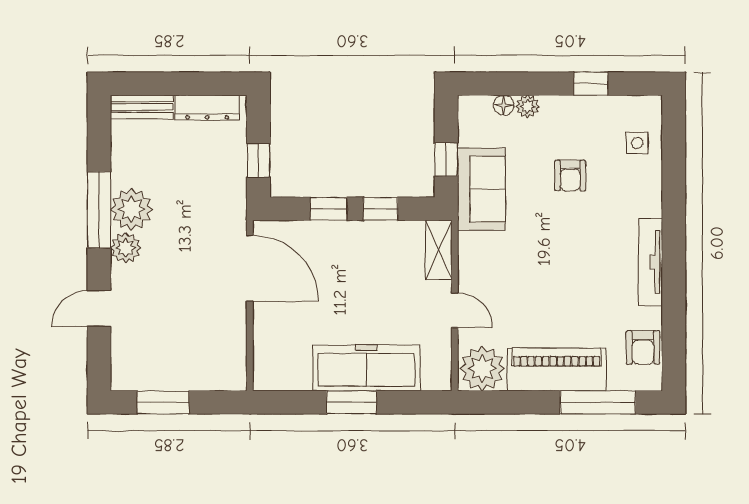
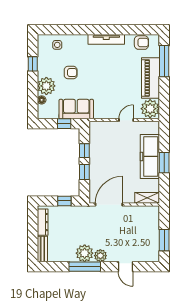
plant: (528, 107) -> (46, 86), width x1.87, depth x1.87
shelving: (439, 250) -> (147, 198), moved

